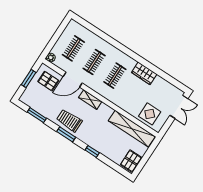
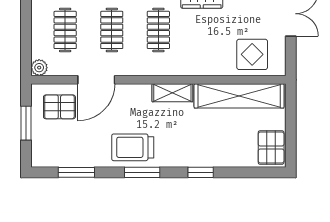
shelving: (90, 100) -> (172, 93), moved

